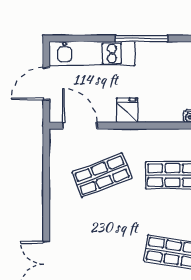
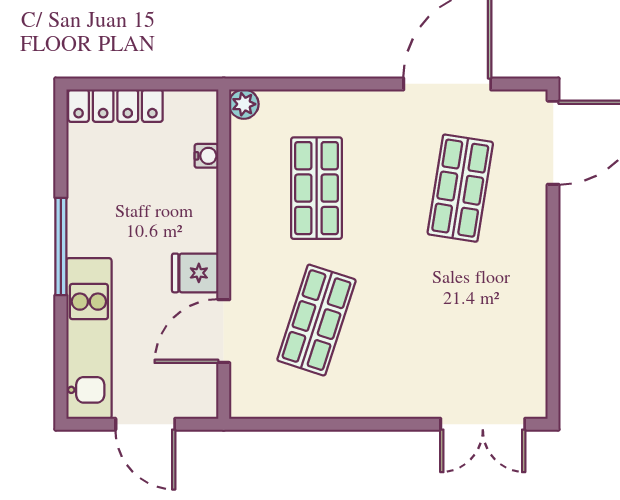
door: (80, 126) -> (224, 331), moved
shop shelf: (102, 175) -> (317, 320), turned 39

